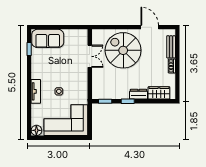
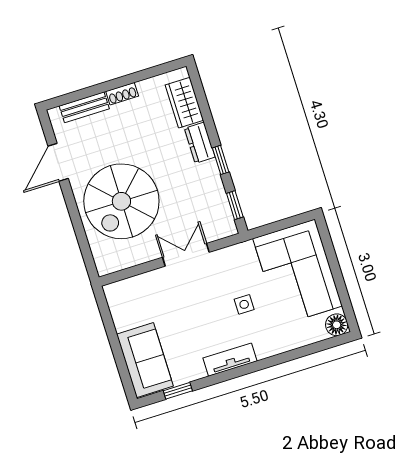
double door: (90, 56) -> (186, 255), moved
tv unit: (36, 91) -> (230, 360), moved

